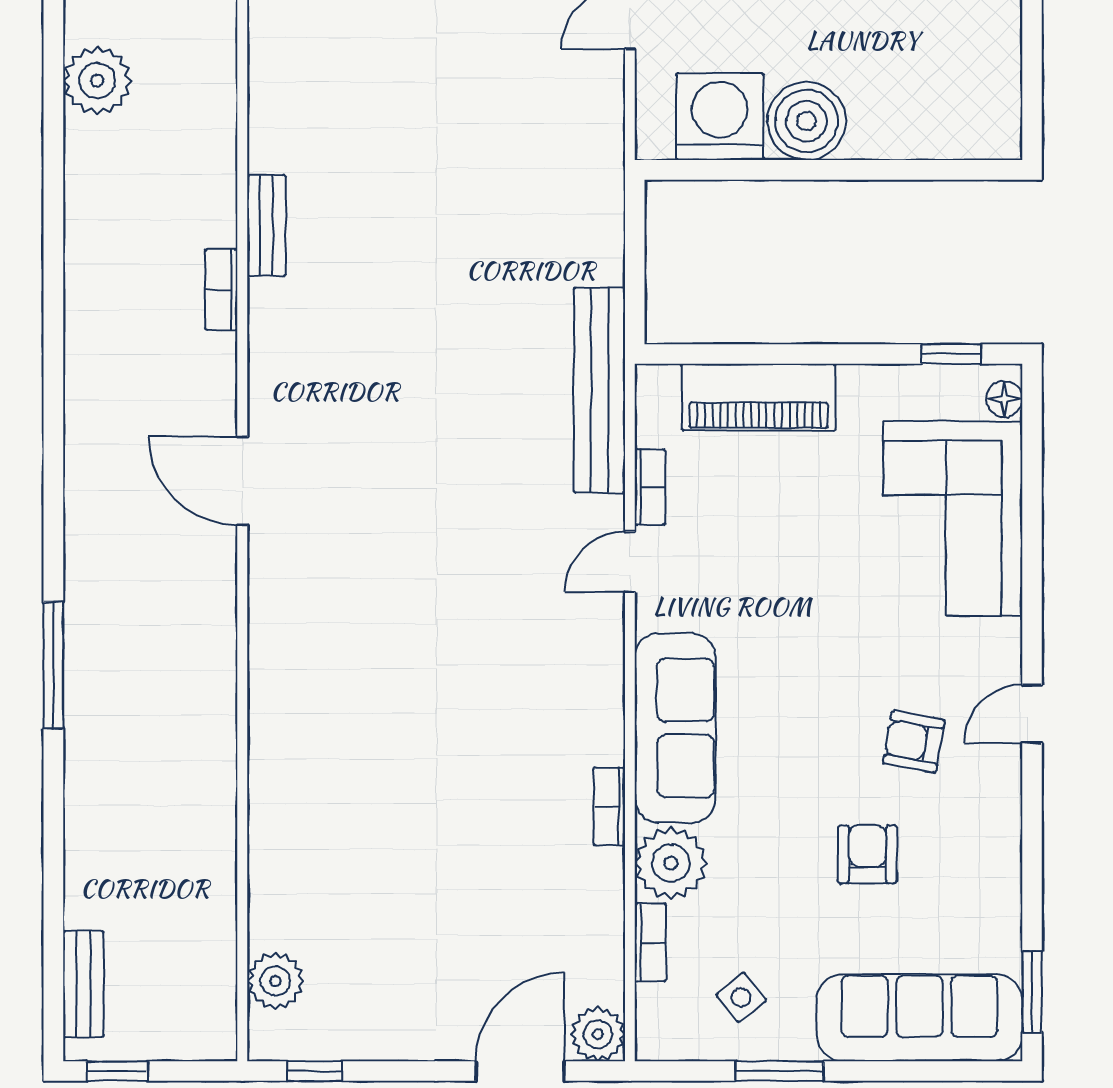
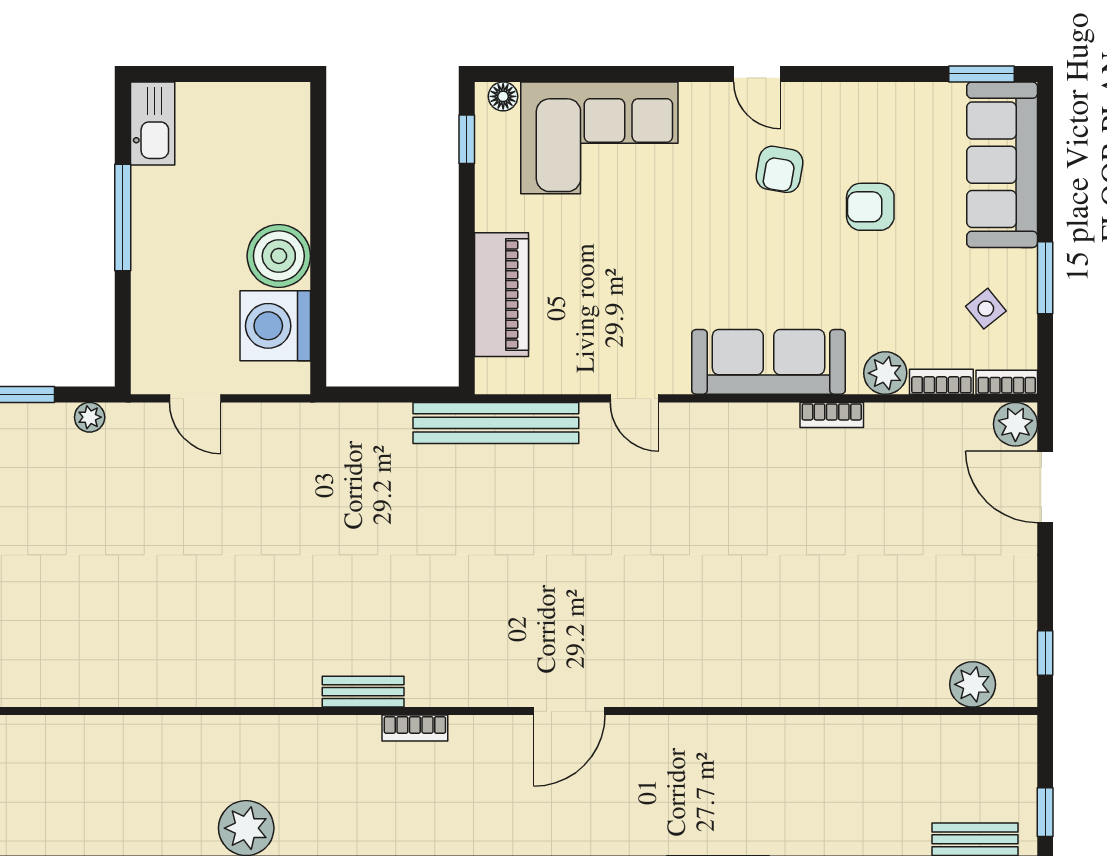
bookcase: (650, 487) -> (1007, 382), moved
plant: (671, 863) -> (885, 373), width x0.73, depth x0.73

